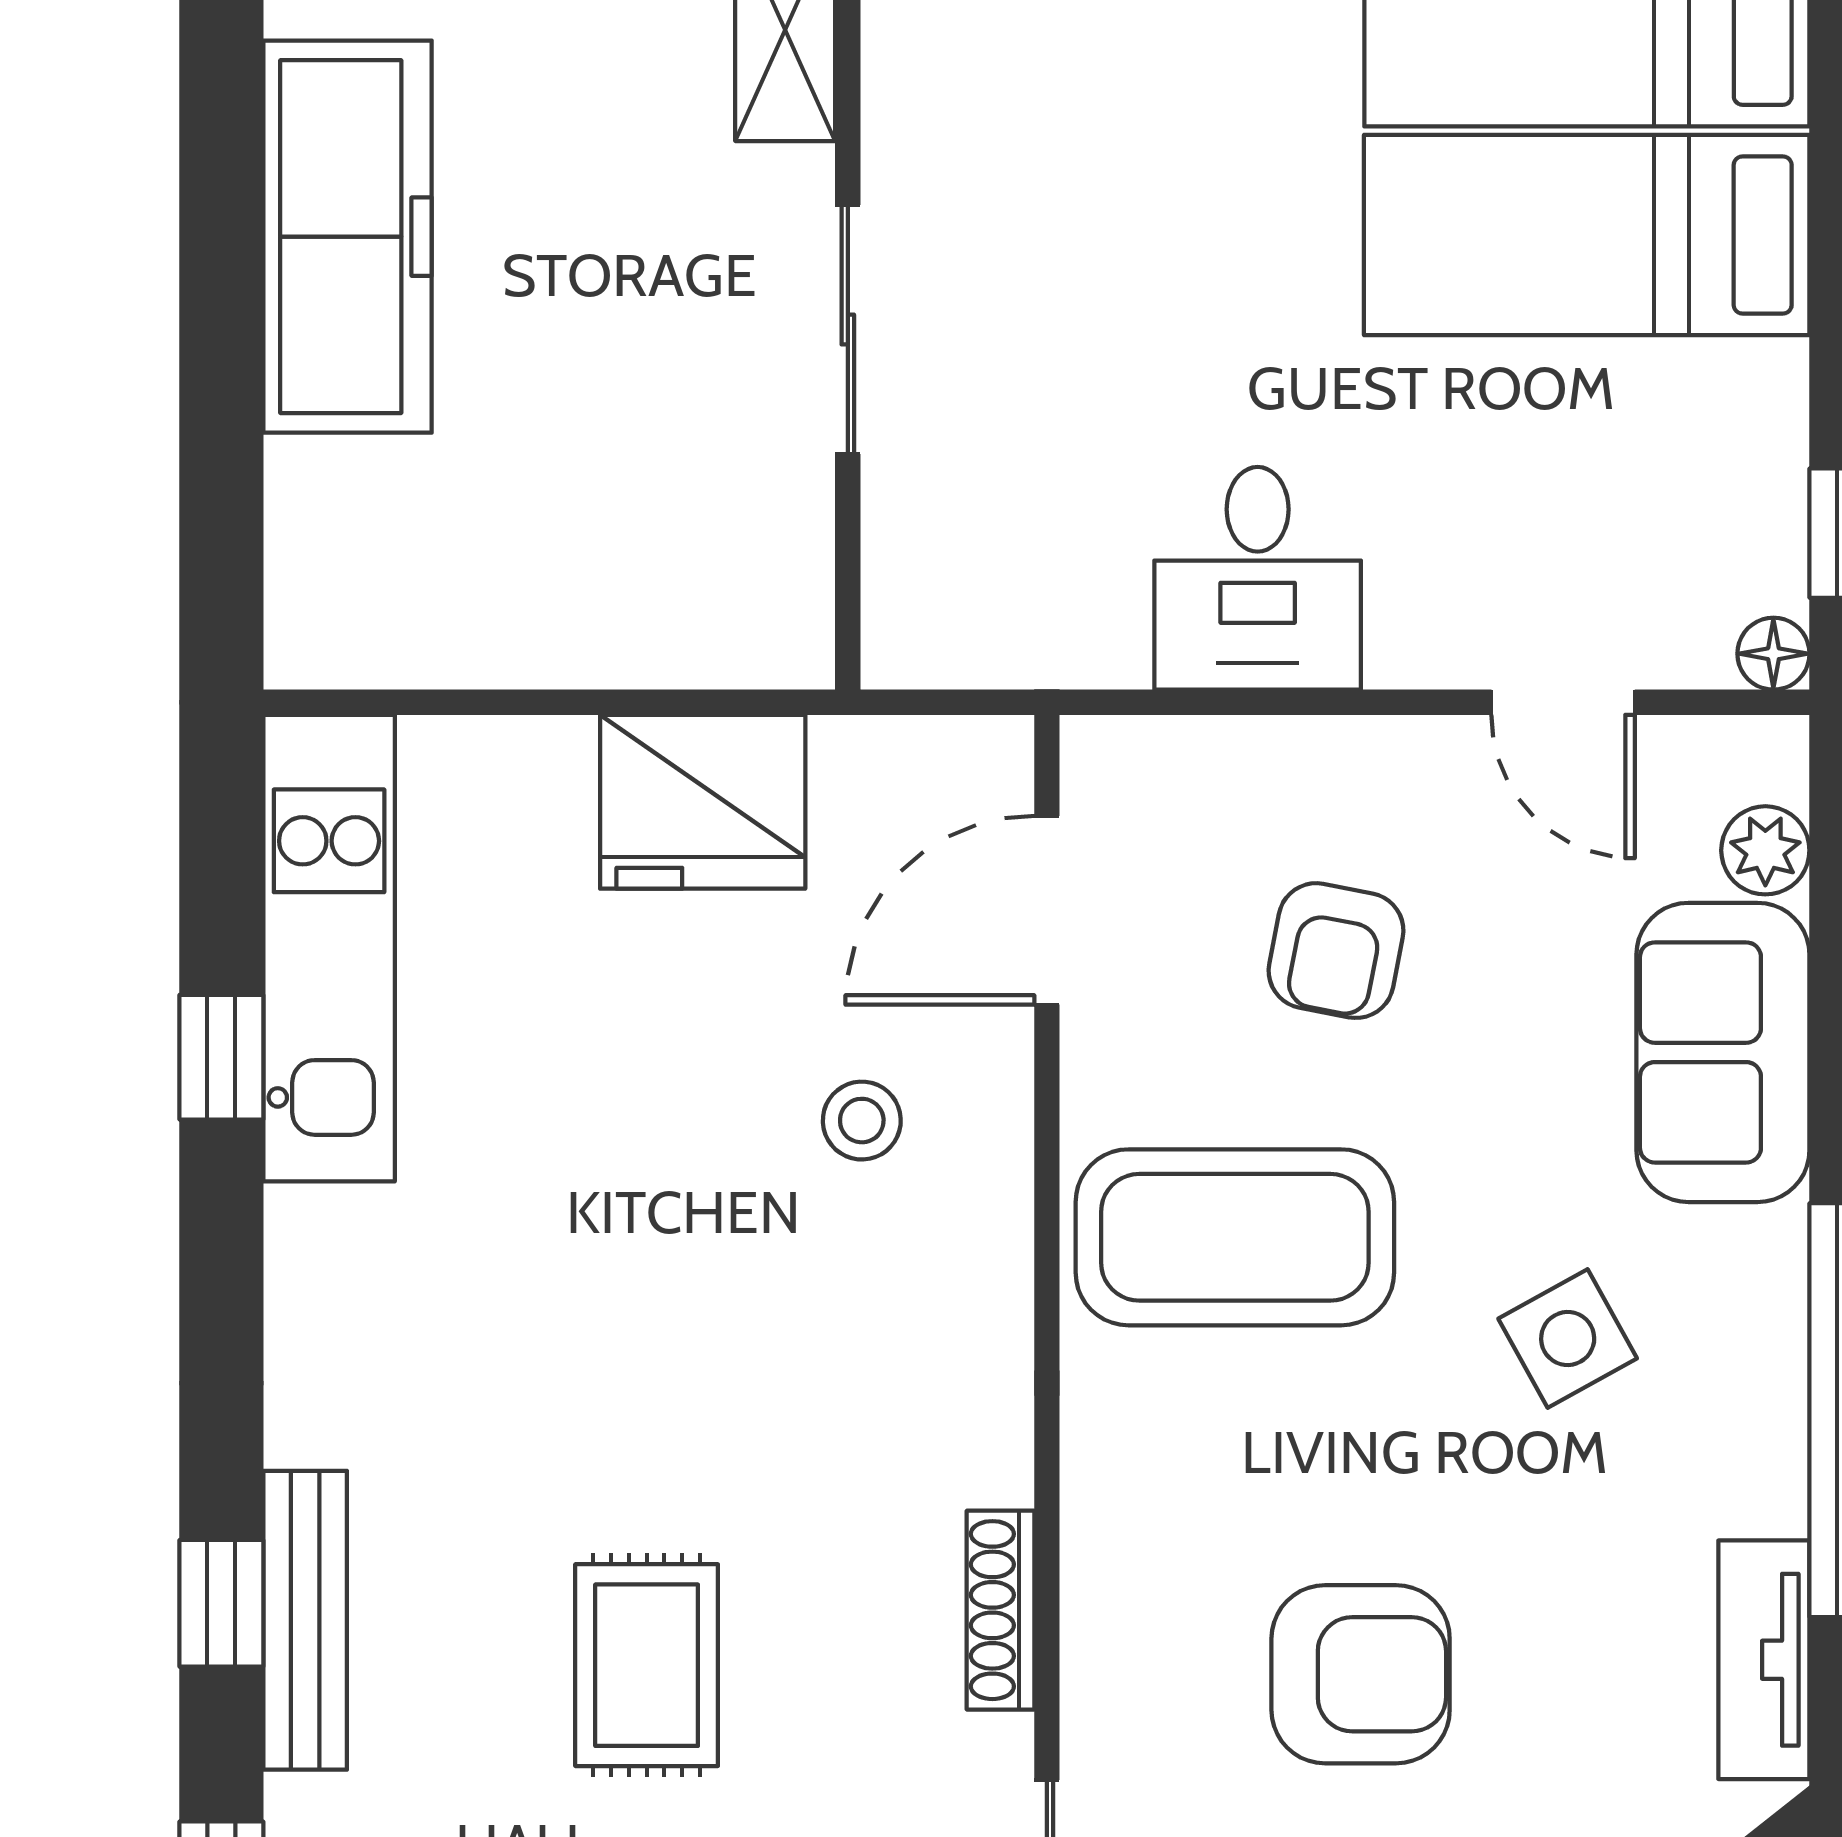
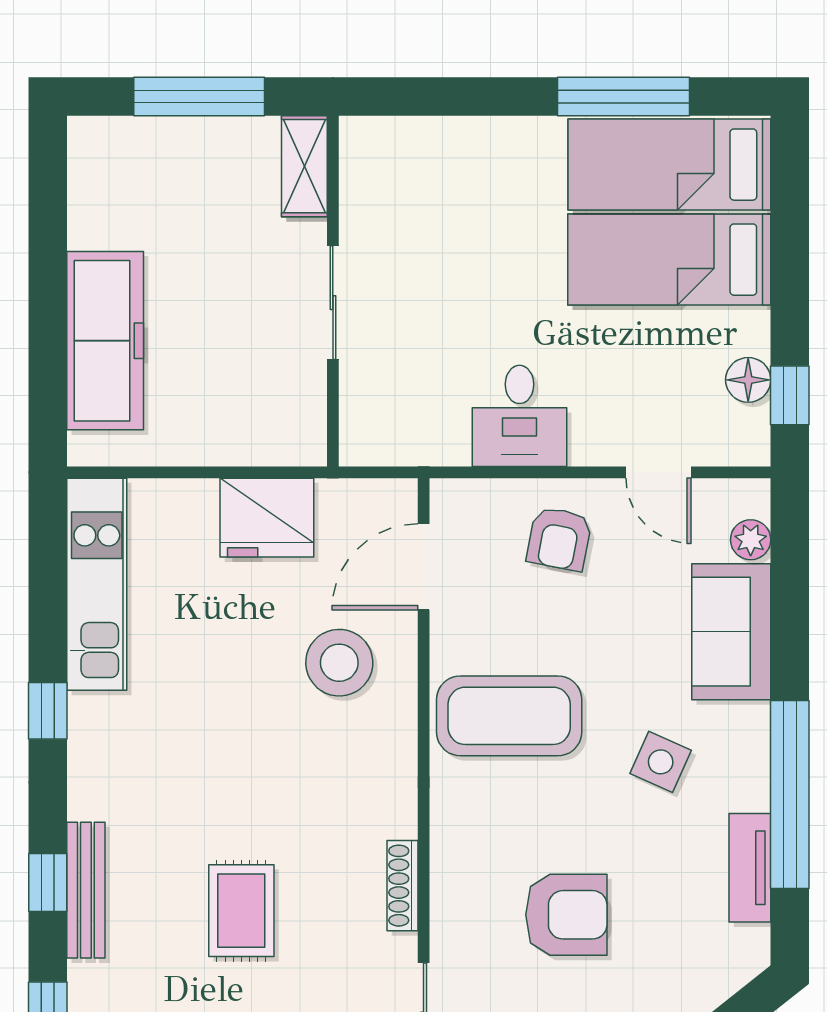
freezer: (347, 237) -> (105, 341), moved
floor lamp: (1773, 654) -> (748, 380), moved, width x1.37, depth x1.37
armchair: (1336, 951) -> (559, 539), moved
window: (221, 1057) -> (48, 711), moved
stool: (862, 1121) -> (339, 663), width x1.89, depth x1.89
side table: (1568, 1338) -> (661, 762), turned -37
tv unit: (1764, 1660) -> (750, 868), moved

